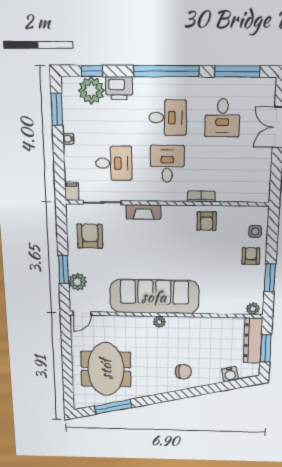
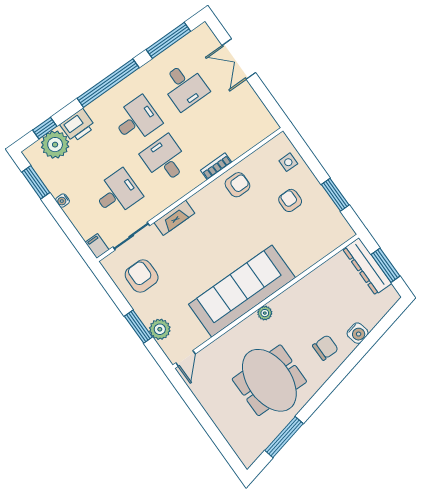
armchair: (207, 221) -> (237, 185), turned -90
armchair: (251, 256) -> (290, 200), moved
plant: (253, 309) -> (343, 235), removed
meeting table: (106, 369) -> (269, 380), moved
water cooler: (230, 374) -> (358, 333), moved

